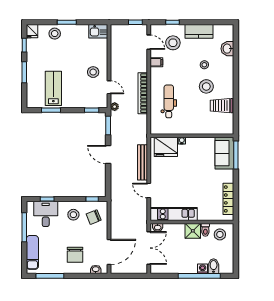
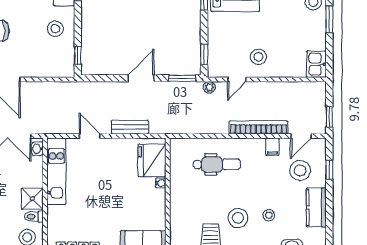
bookcase: (143, 93) -> (258, 128), moved
bench: (143, 162) -> (130, 127), width x0.73
door: (149, 191) -> (90, 136), hinge flipped
chair: (94, 217) -> (52, 57), removed

